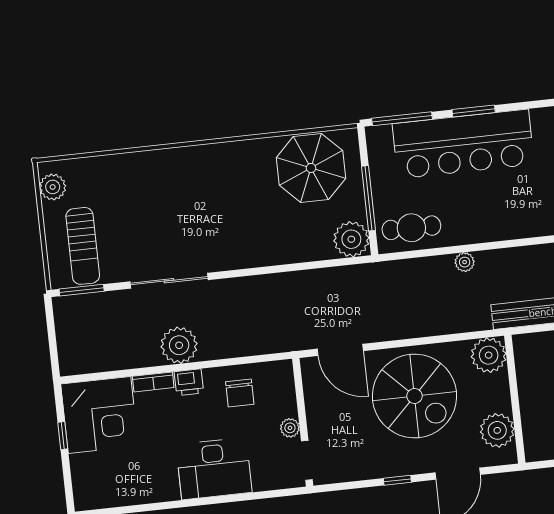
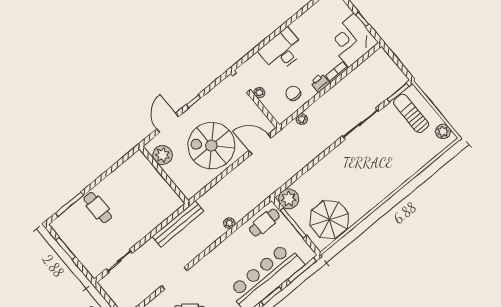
plant: (179, 345) -> (302, 119), moved, width x0.53, depth x0.53
plant: (489, 355) -> (190, 187), removed

